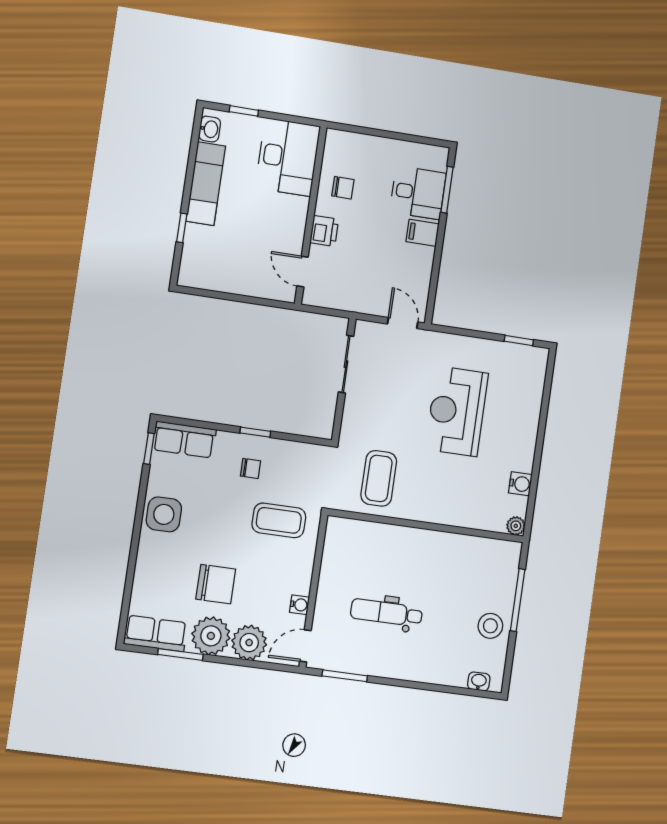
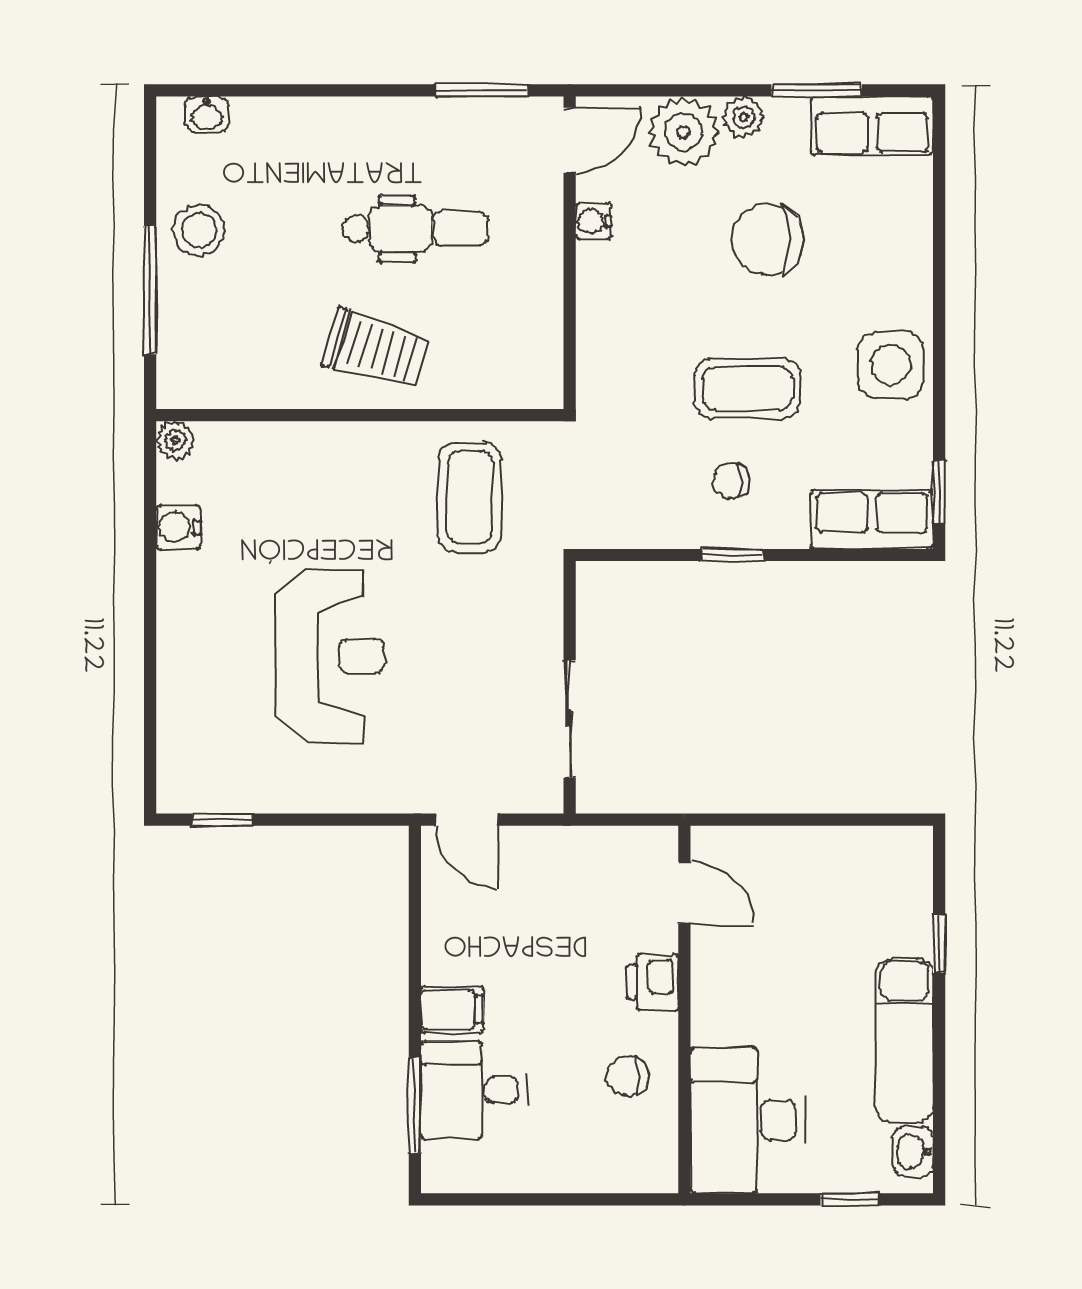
coffee table: (279, 520) -> (748, 388), moved
trolley: (414, 556) -> (376, 349), added
plant: (211, 636) -> (744, 117), width x0.53, depth x0.53

